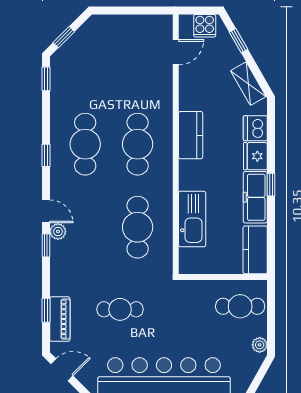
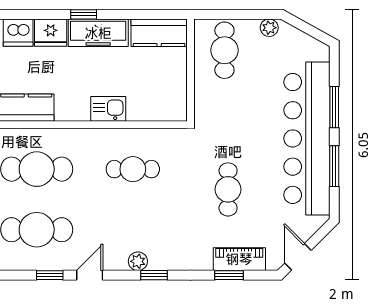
door: (46, 211) -> (90, 275), moved
kitchen sink: (192, 219) -> (108, 109), width x0.53, depth x0.81
cafe table: (138, 227) -> (133, 169), width x0.73, depth x0.74

